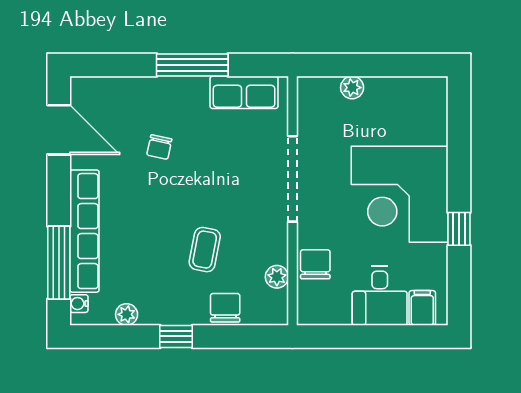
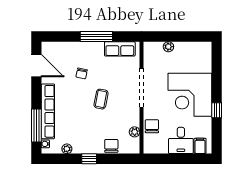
coffee table: (205, 250) -> (101, 99), moved

